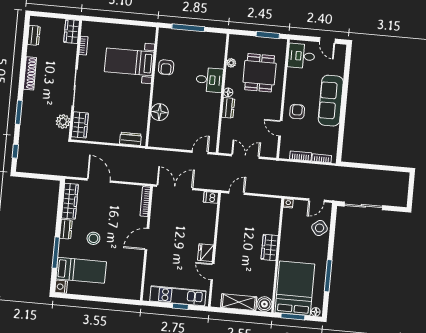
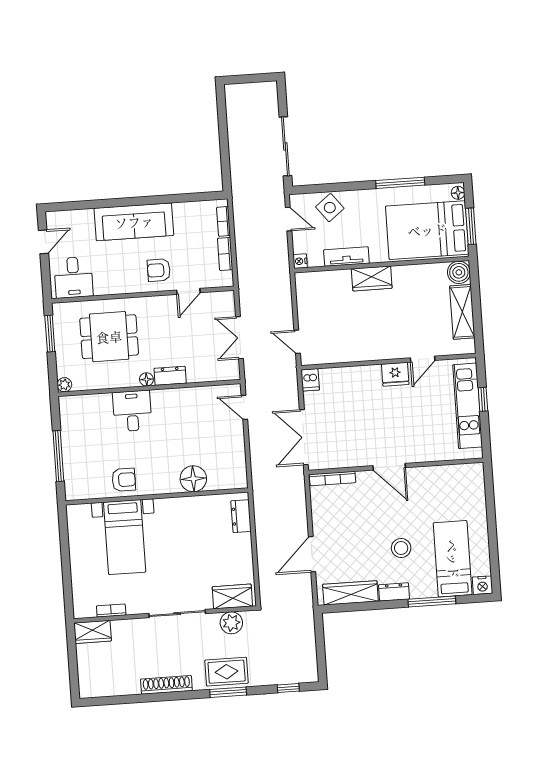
dresser: (34, 35) -> (108, 688), removed
plant: (231, 63) -> (64, 385), moved
rug: (32, 113) -> (227, 672), added
tv unit: (286, 234) -> (346, 257), added

